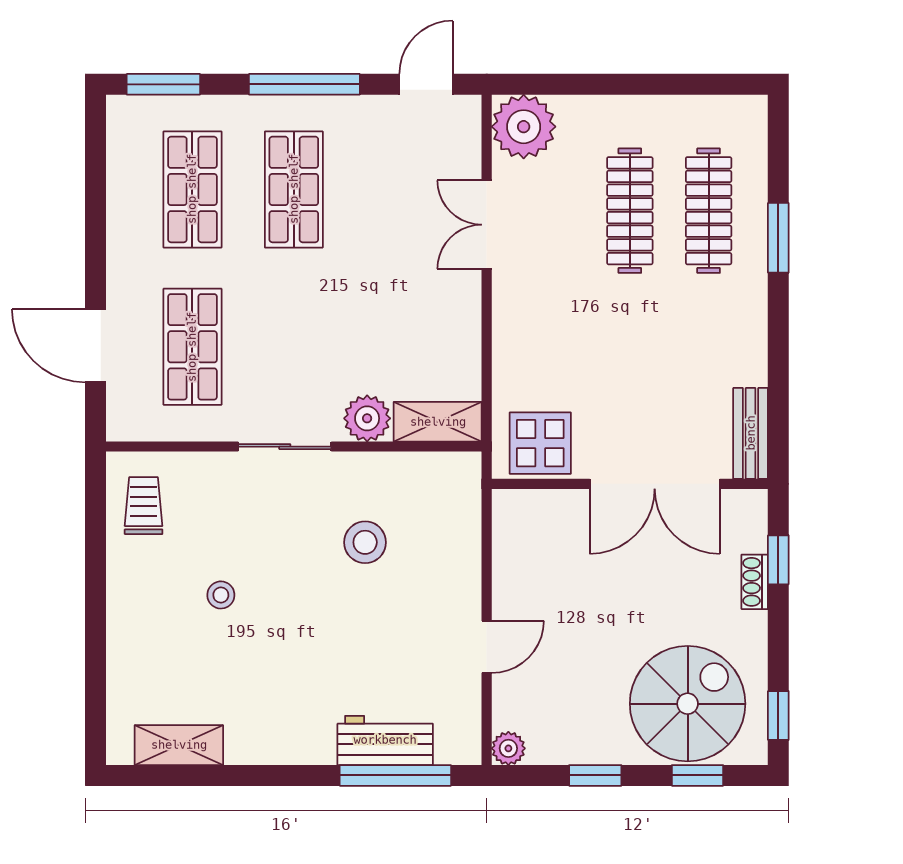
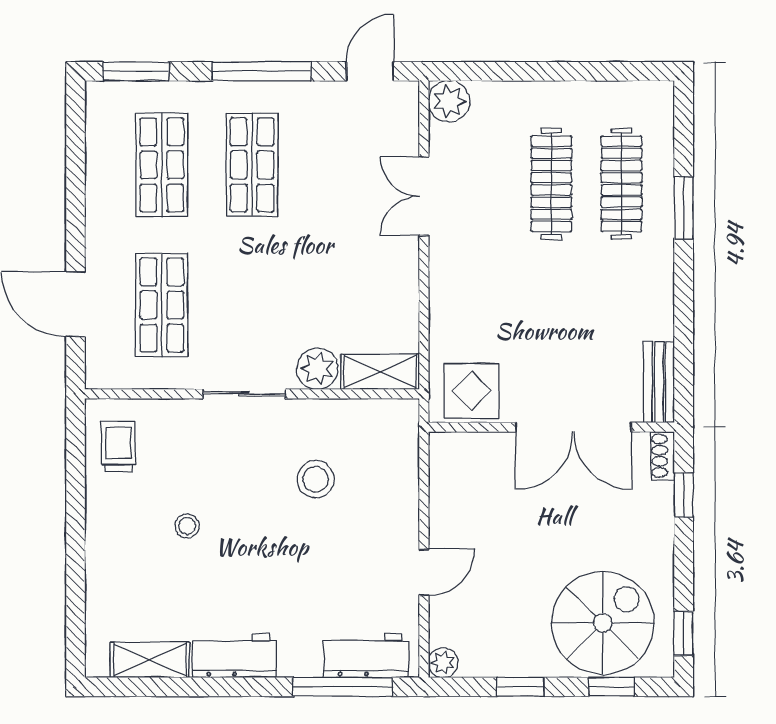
plant: (524, 127) -> (449, 101), width x0.73, depth x0.73
shoe rack: (755, 582) -> (663, 456), moved
workbench: (385, 740) -> (366, 656), moved
workbench: (274, 741) -> (234, 656), added

